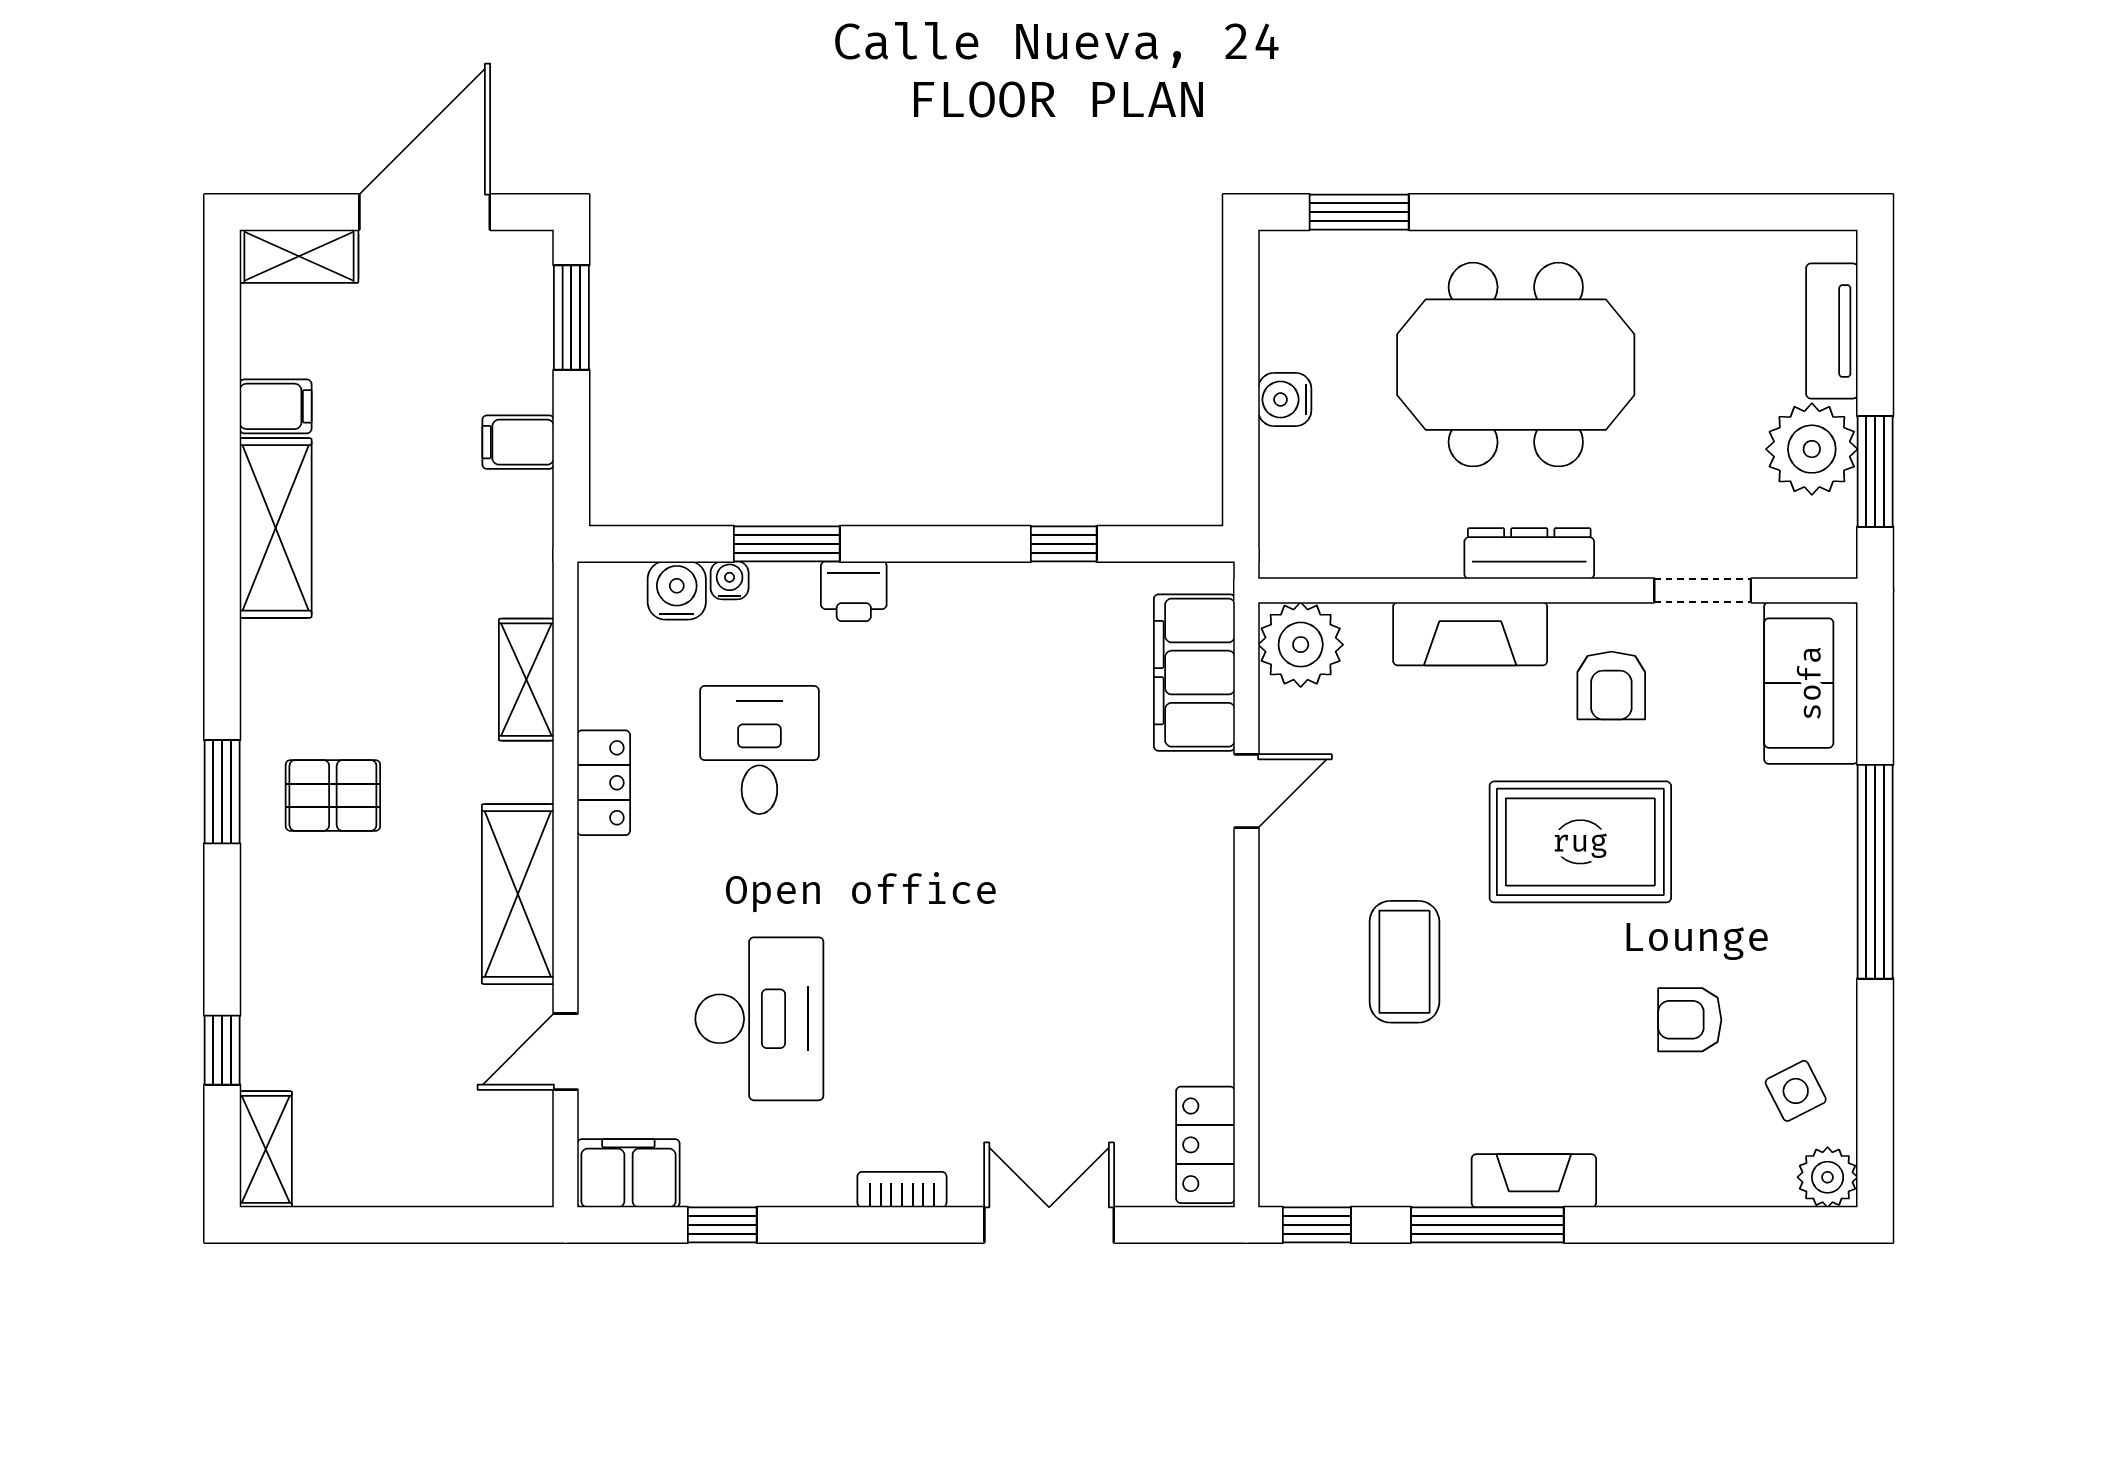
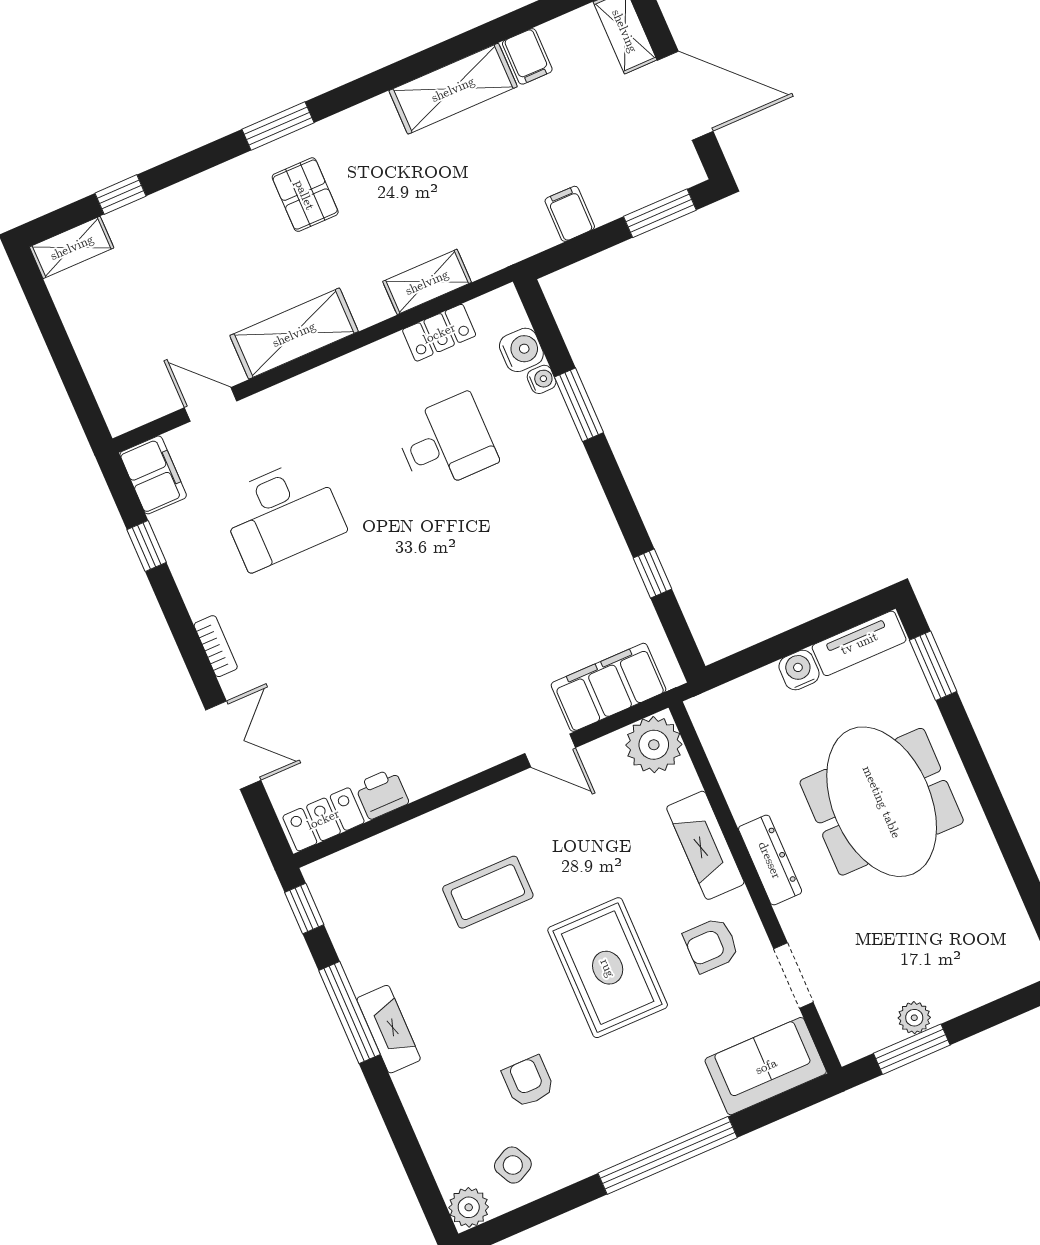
tv unit: (1832, 331) -> (859, 643), moved, turned 180
plant: (1812, 449) -> (914, 1018), width x0.53, depth x0.53
printer: (854, 591) -> (382, 794), moved, turned 90
locker: (604, 783) -> (439, 333), moved

